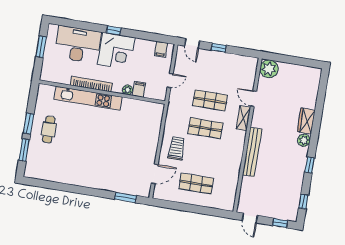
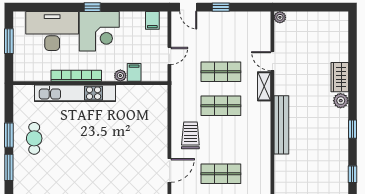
plant: (269, 69) -> (280, 17), width x0.53, depth x0.53

